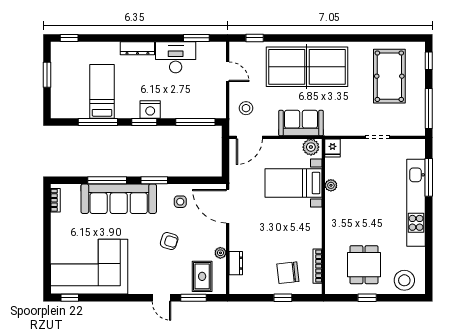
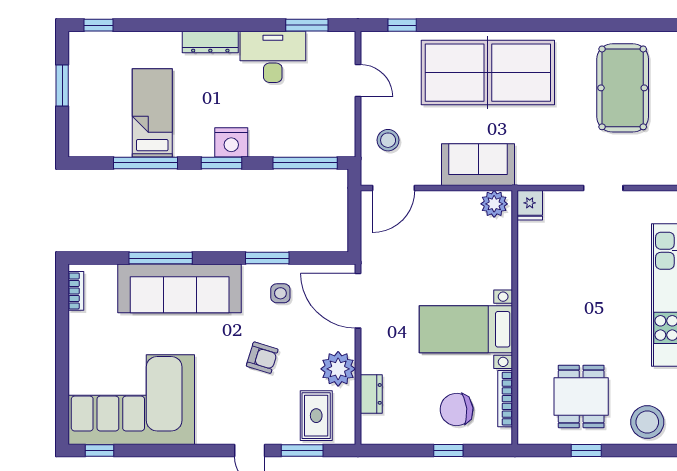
window: (154, 180) -> (267, 258), moved
bed with nightstands: (294, 183) -> (466, 329), moved
plant: (331, 185) -> (527, 267), removed
plant: (220, 253) -> (338, 369), width x1.88, depth x1.88

